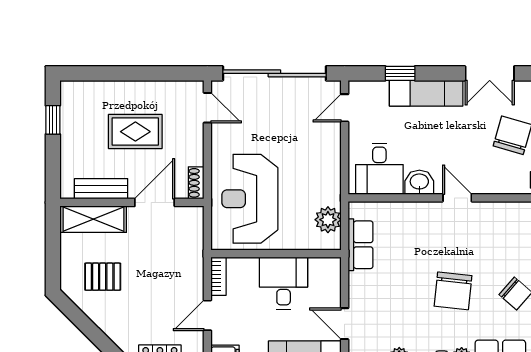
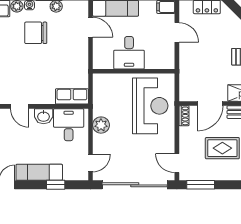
window: (170, 73) -> (201, 185), added
plant: (328, 220) -> (101, 125), moved
row of seats: (361, 245) -> (72, 96), moved, turned 90
bookcase: (219, 276) -> (170, 57), removed
chair: (453, 291) -> (36, 33), moved, turned -96
door: (207, 315) -> (177, 32), hinge flipped

